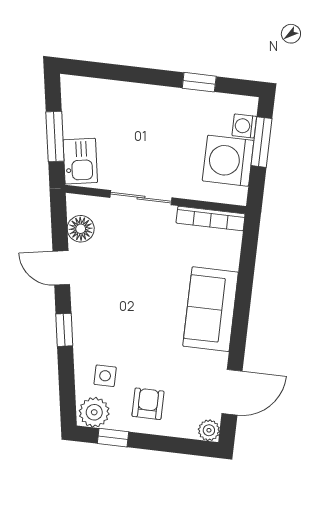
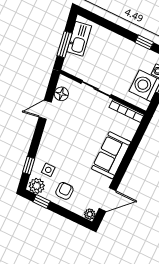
kitchen sink: (80, 161) -> (79, 39), moved, width x1.38
door: (61, 268) -> (45, 110), hinge flipped
window: (64, 330) -> (29, 166), moved

